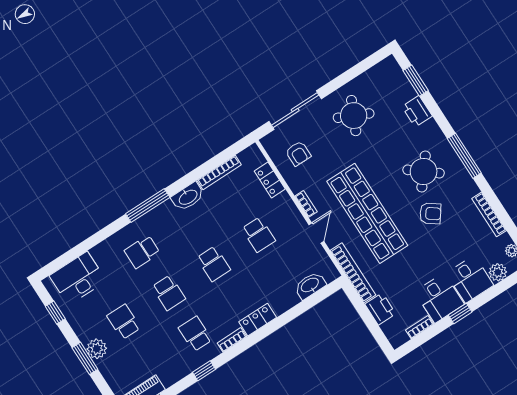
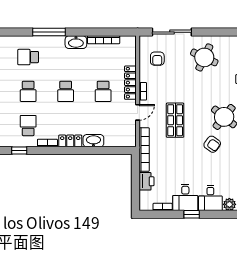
locker: (270, 180) -> (130, 83), moved, width x1.53
shop shelf: (367, 213) -> (175, 120), width x0.50, depth x0.74
washbasin: (310, 285) -> (93, 141), moved

